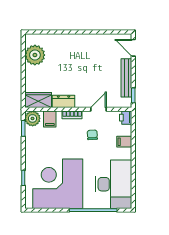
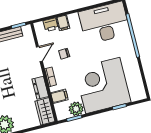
door: (98, 109) -> (39, 54), swing flipped
plant: (33, 118) -> (76, 109), moved
printer: (126, 118) -> (51, 25), moved
corner desk: (58, 184) -> (103, 85), moved, turned 90

